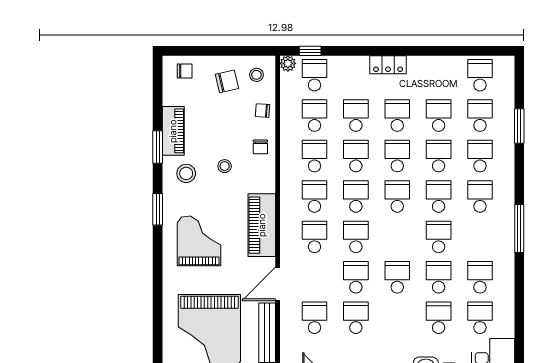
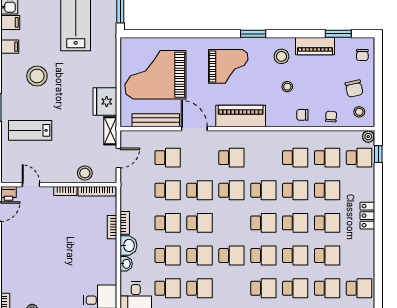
window: (158, 147) -> (338, 34), moved
school desk: (314, 196) -> (168, 223), moved

